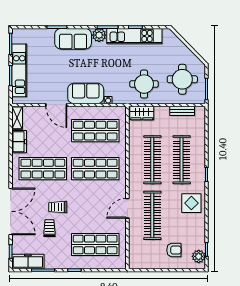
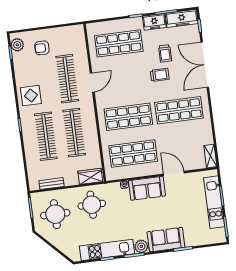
freezer: (19, 142) -> (154, 22), moved, turned -90

